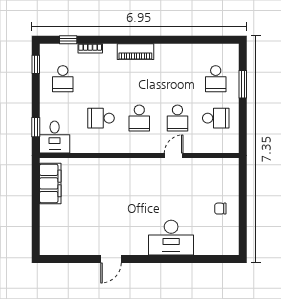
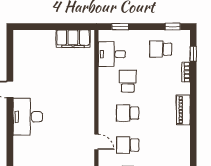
desk: (55, 137) -> (112, 54), moved
desk: (171, 238) -> (28, 117), moved

